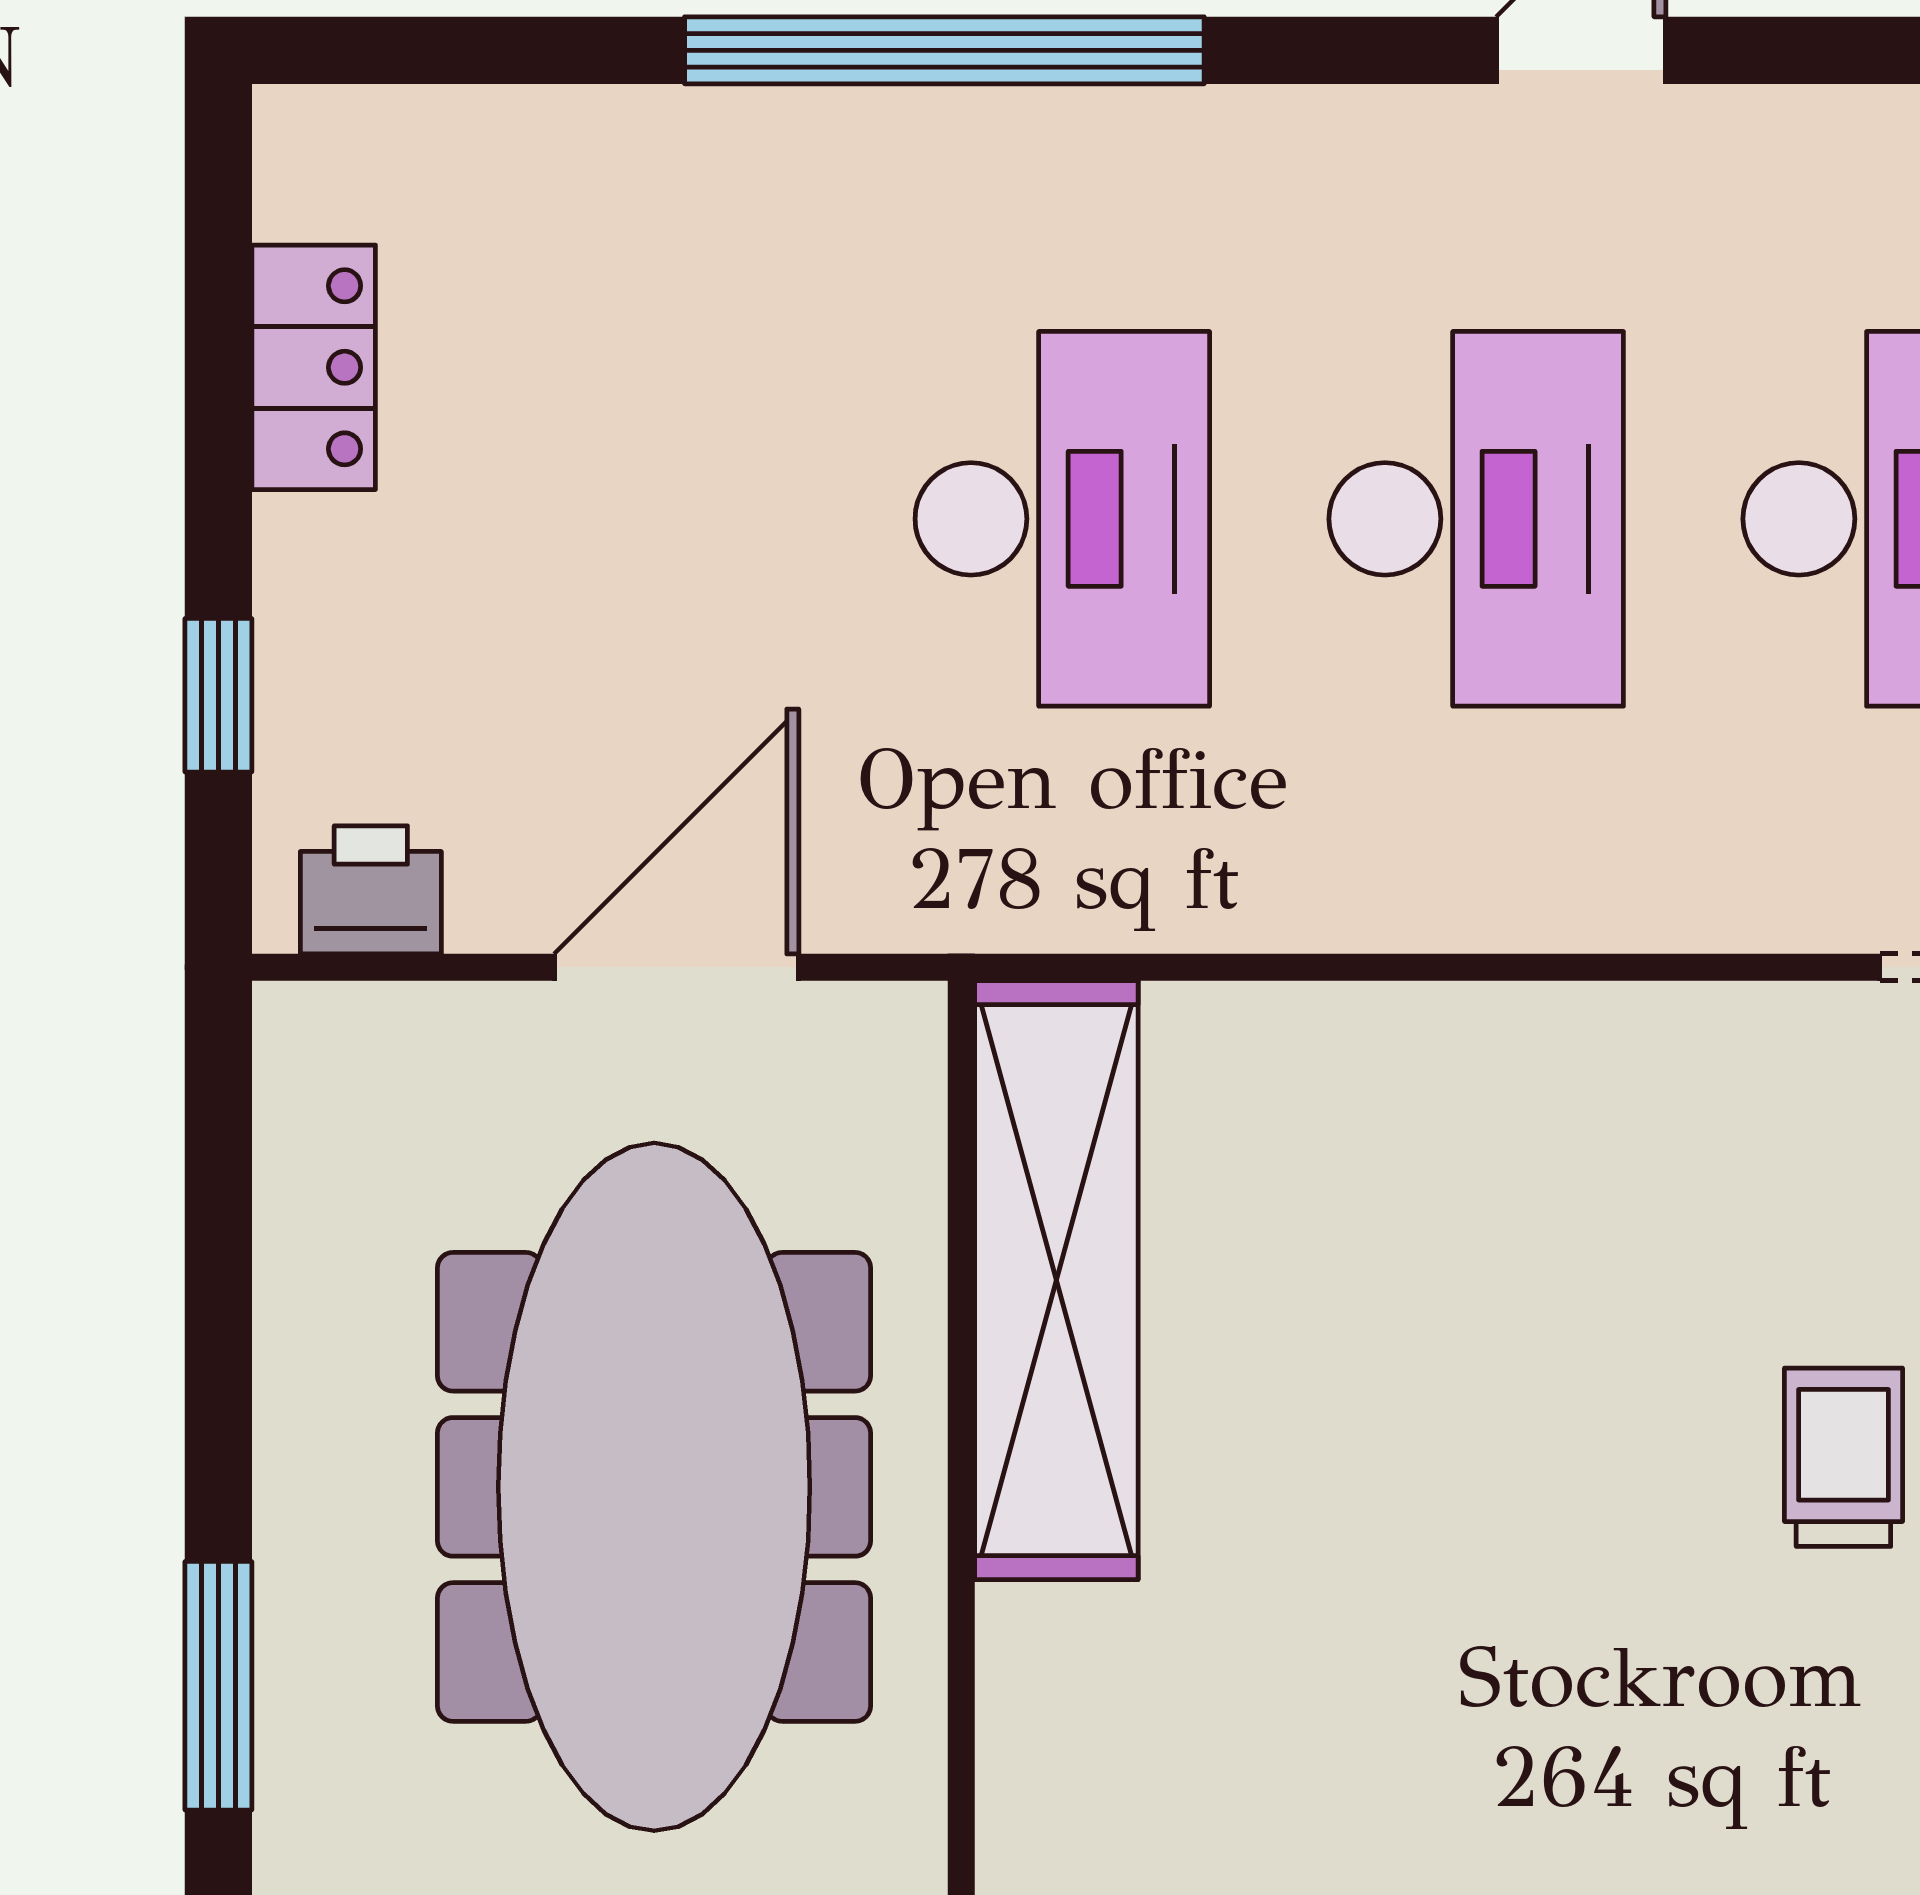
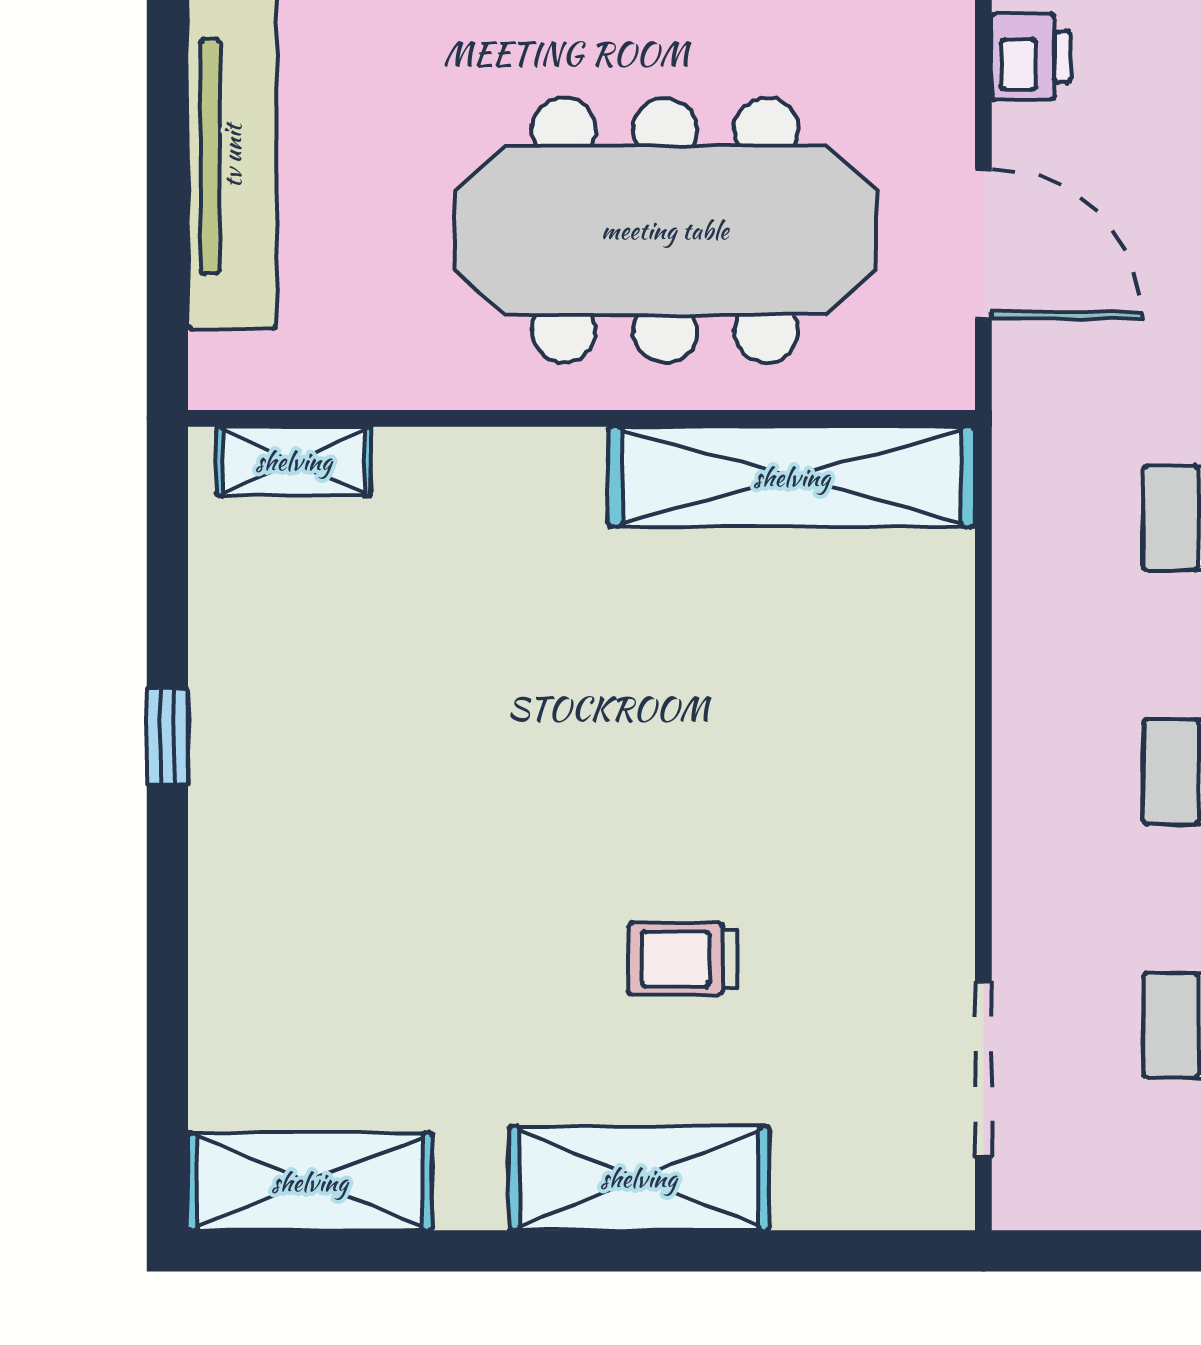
trolley: (1843, 1457) -> (683, 959), turned 180

